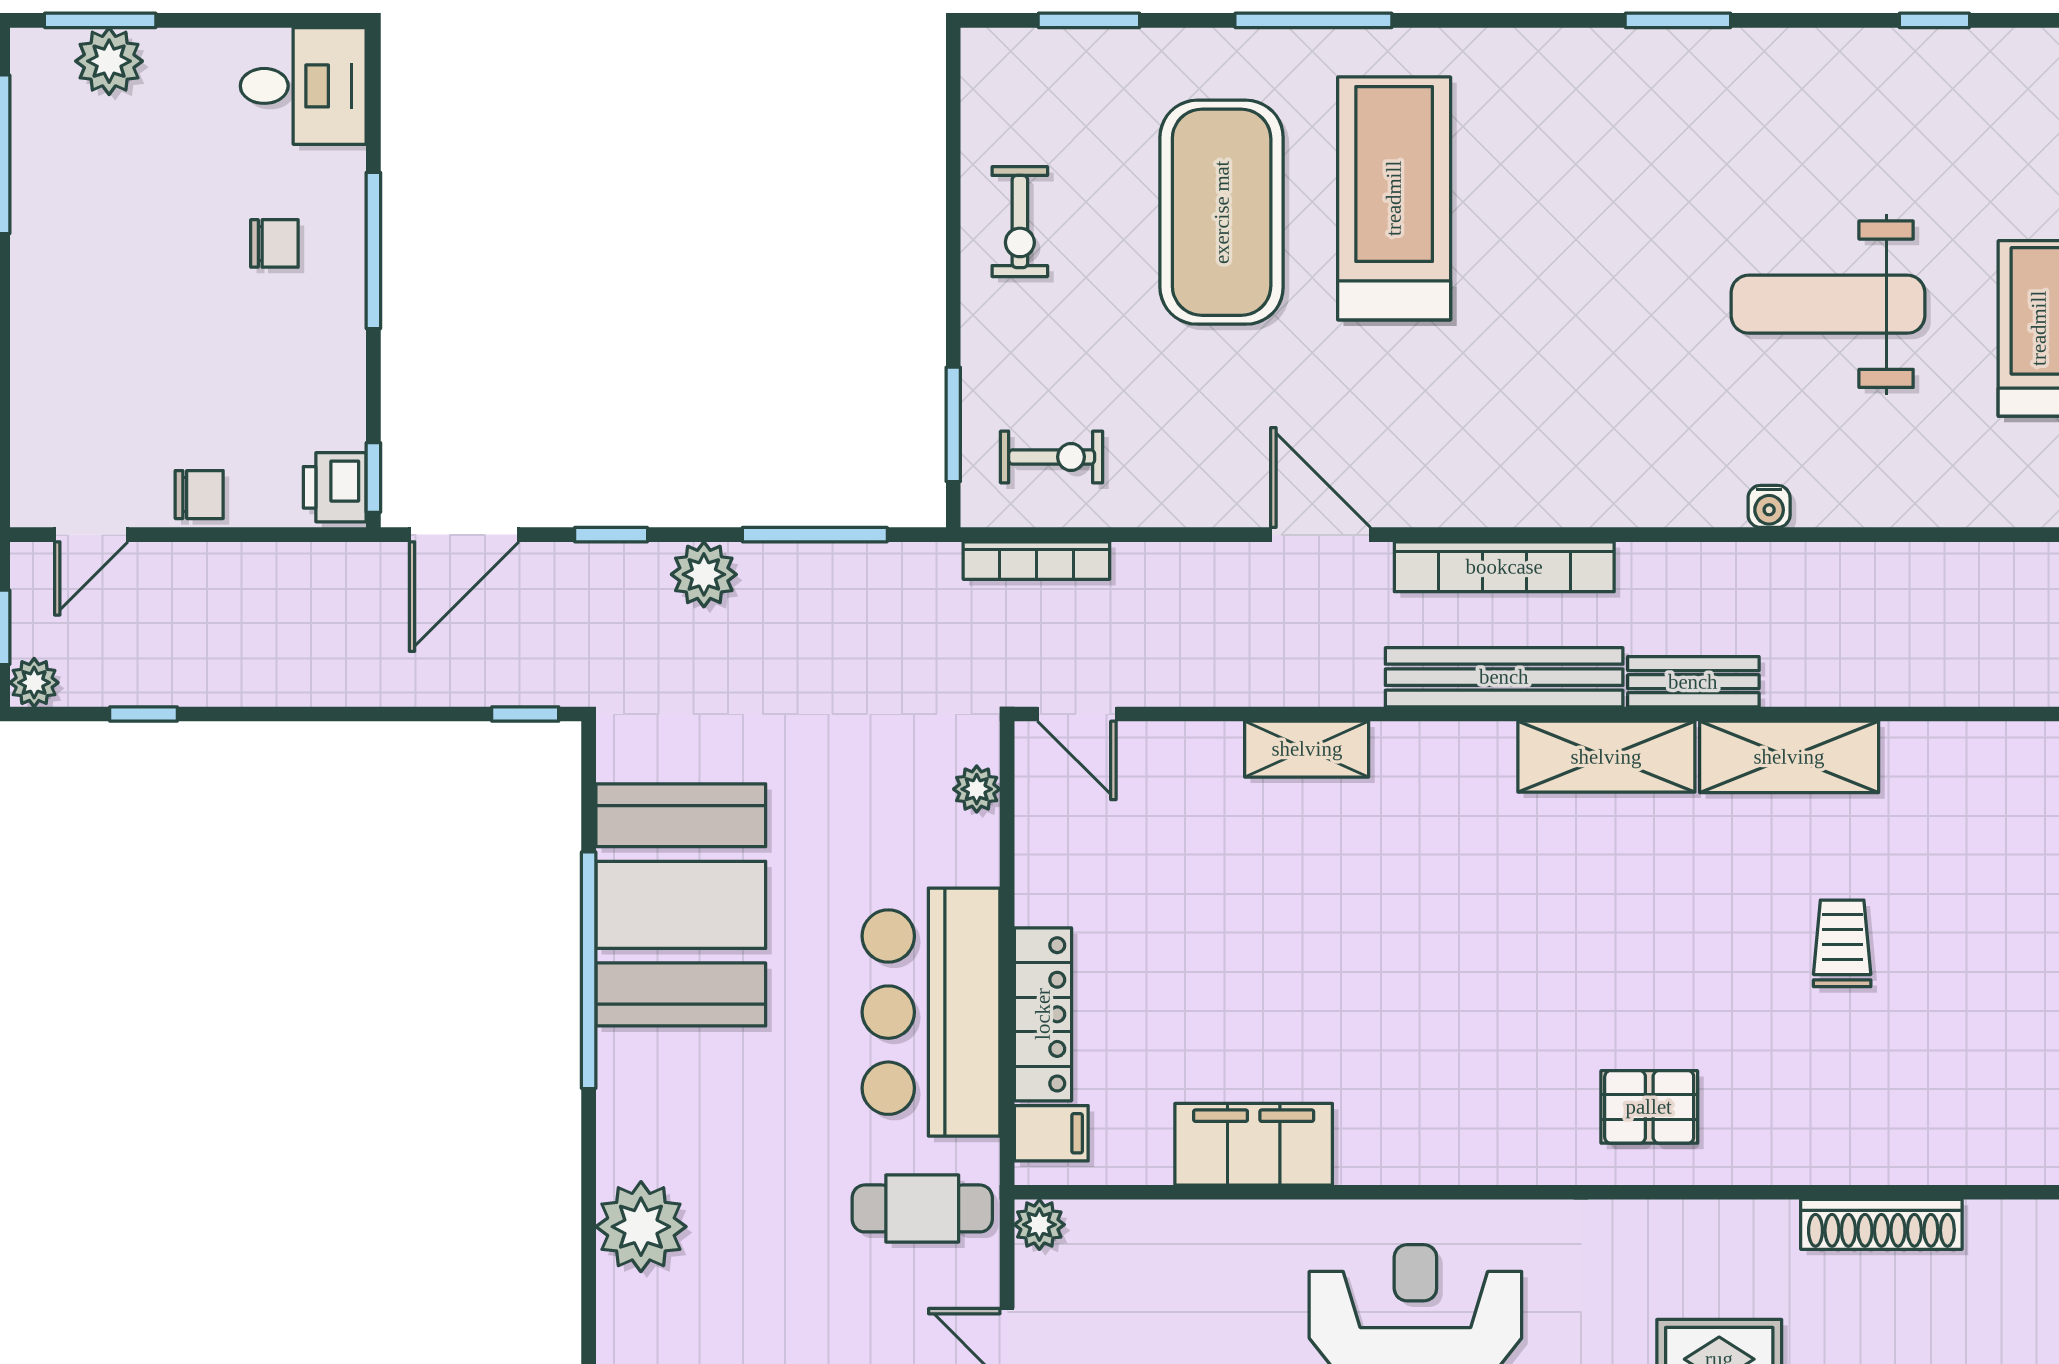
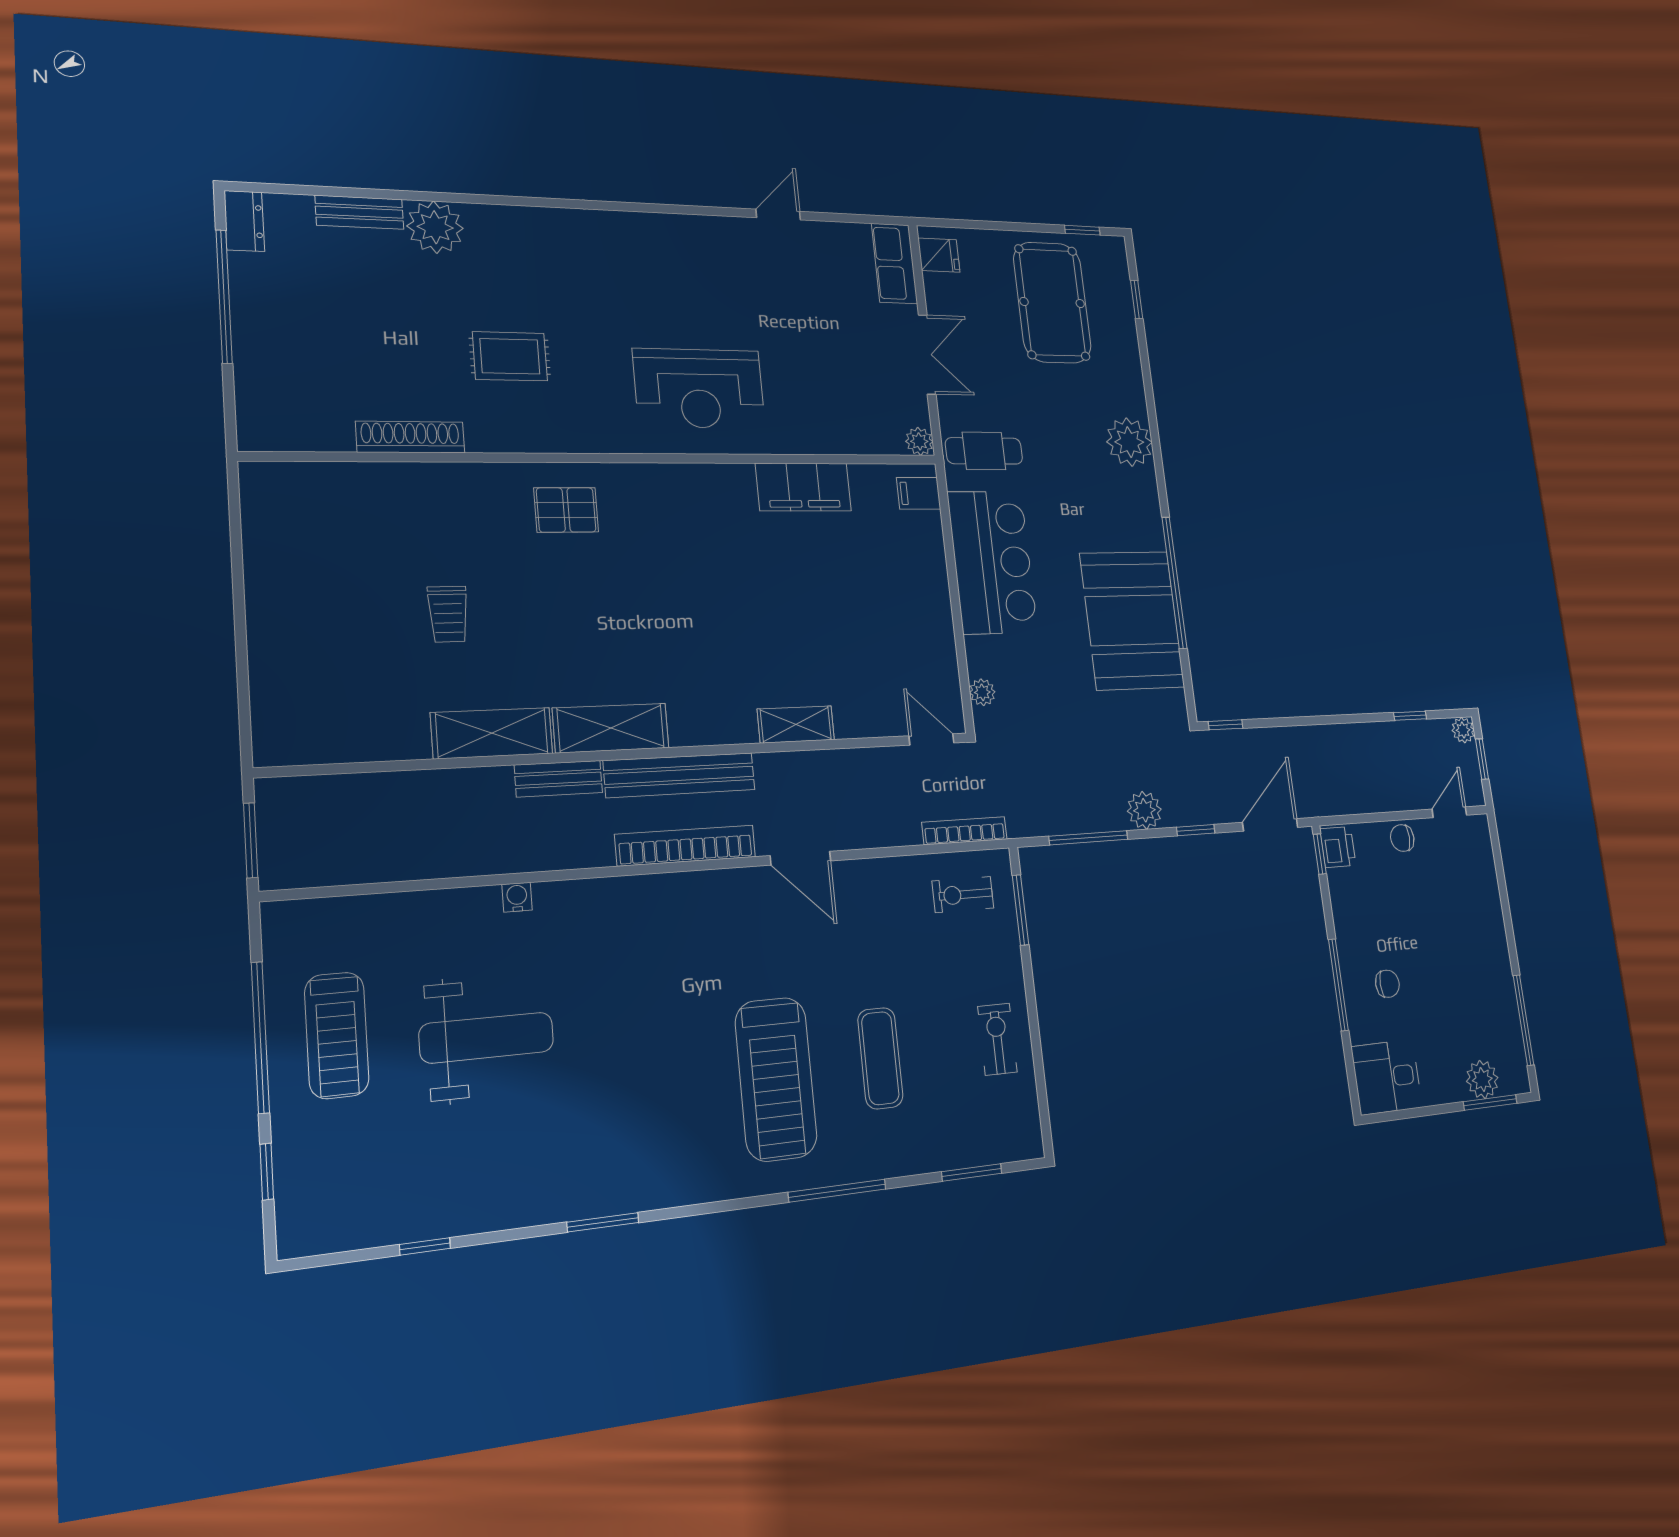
exercise mat: (1222, 212) -> (880, 1058), width x0.50, depth x0.69
chair: (274, 243) -> (1387, 984), turned 180
locker: (1043, 1014) -> (931, 562), removed

